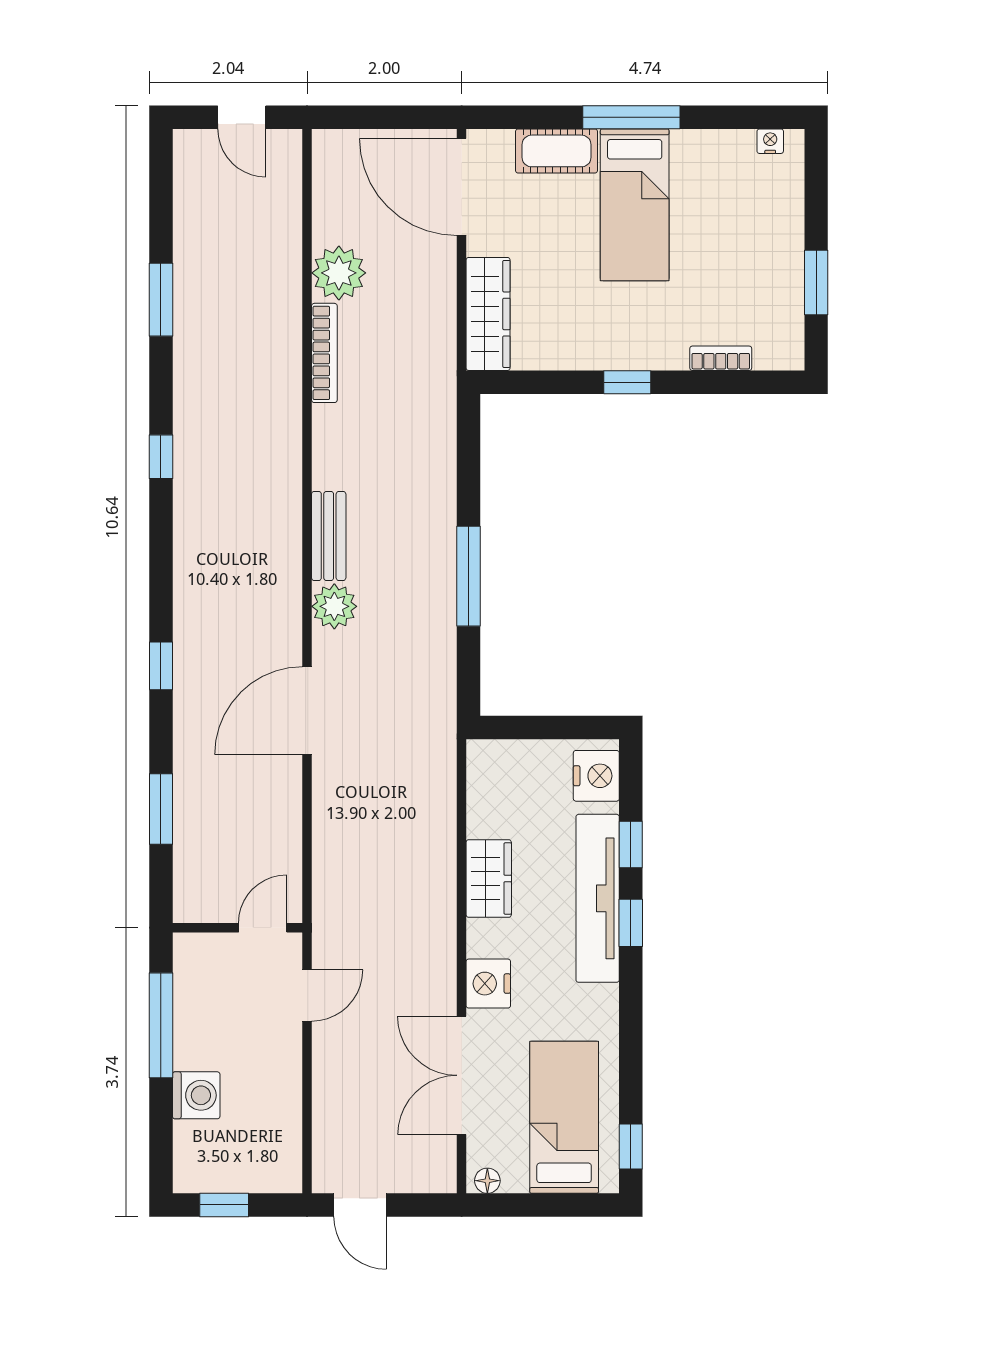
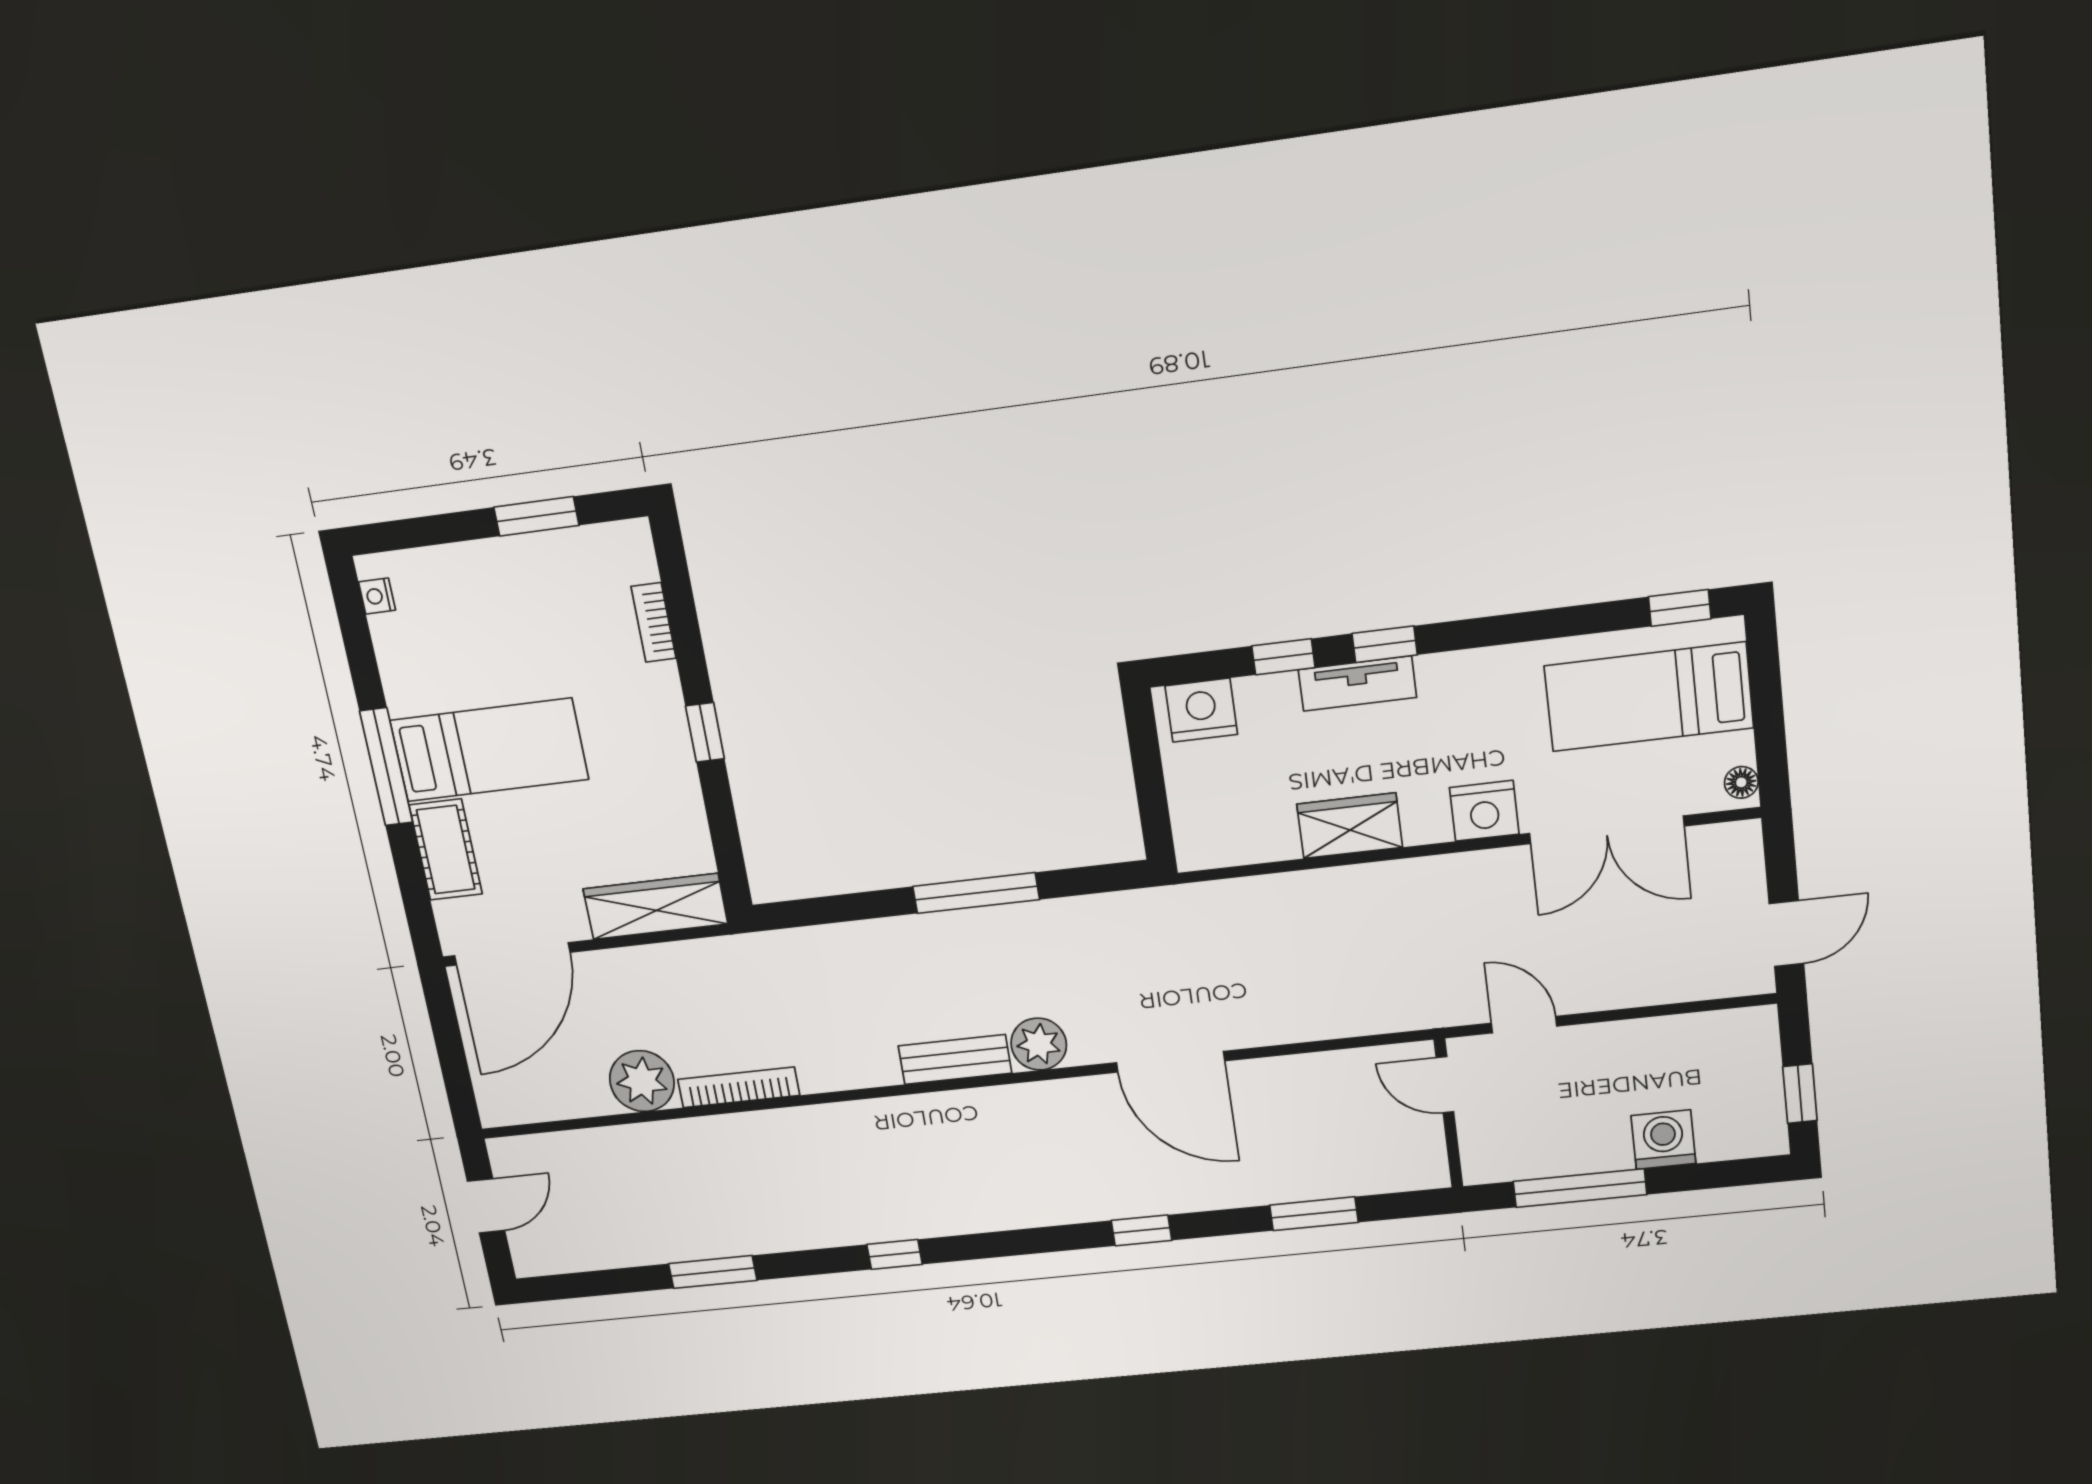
tv unit: (598, 898) -> (1357, 684), width x0.52, depth x0.78

